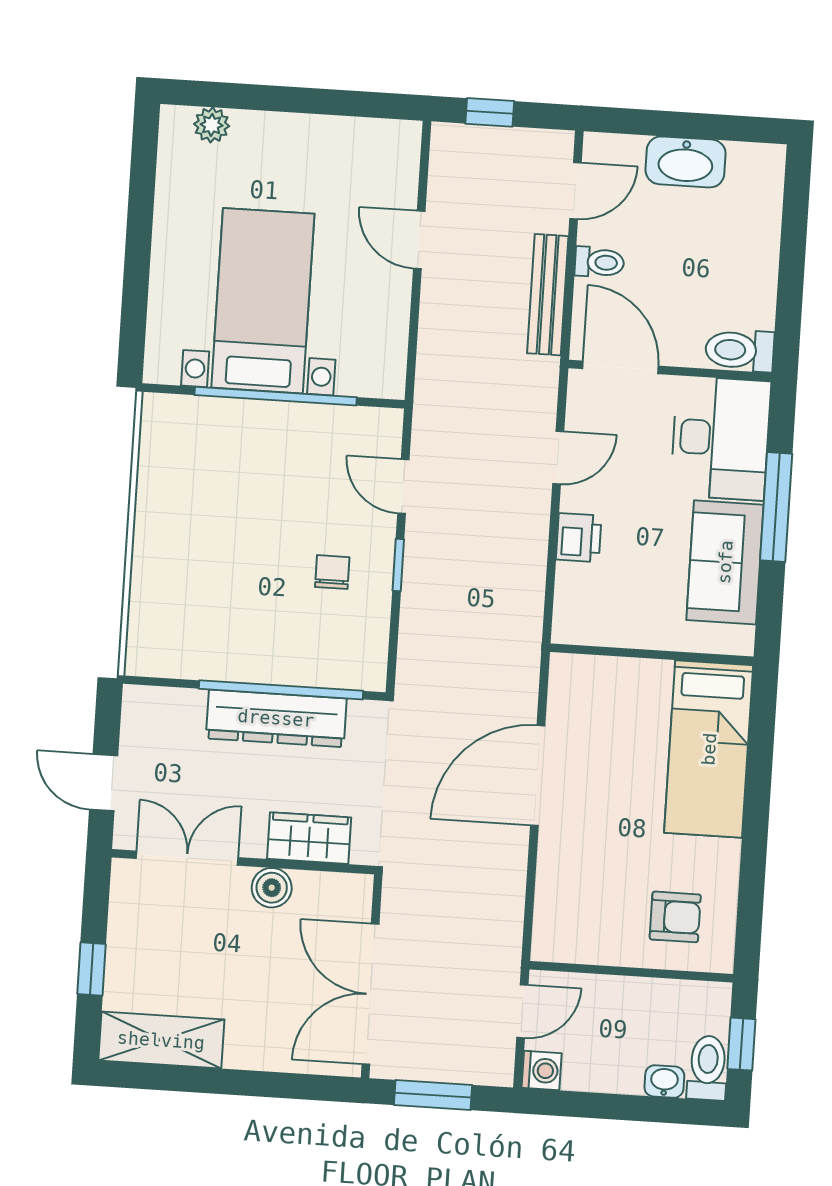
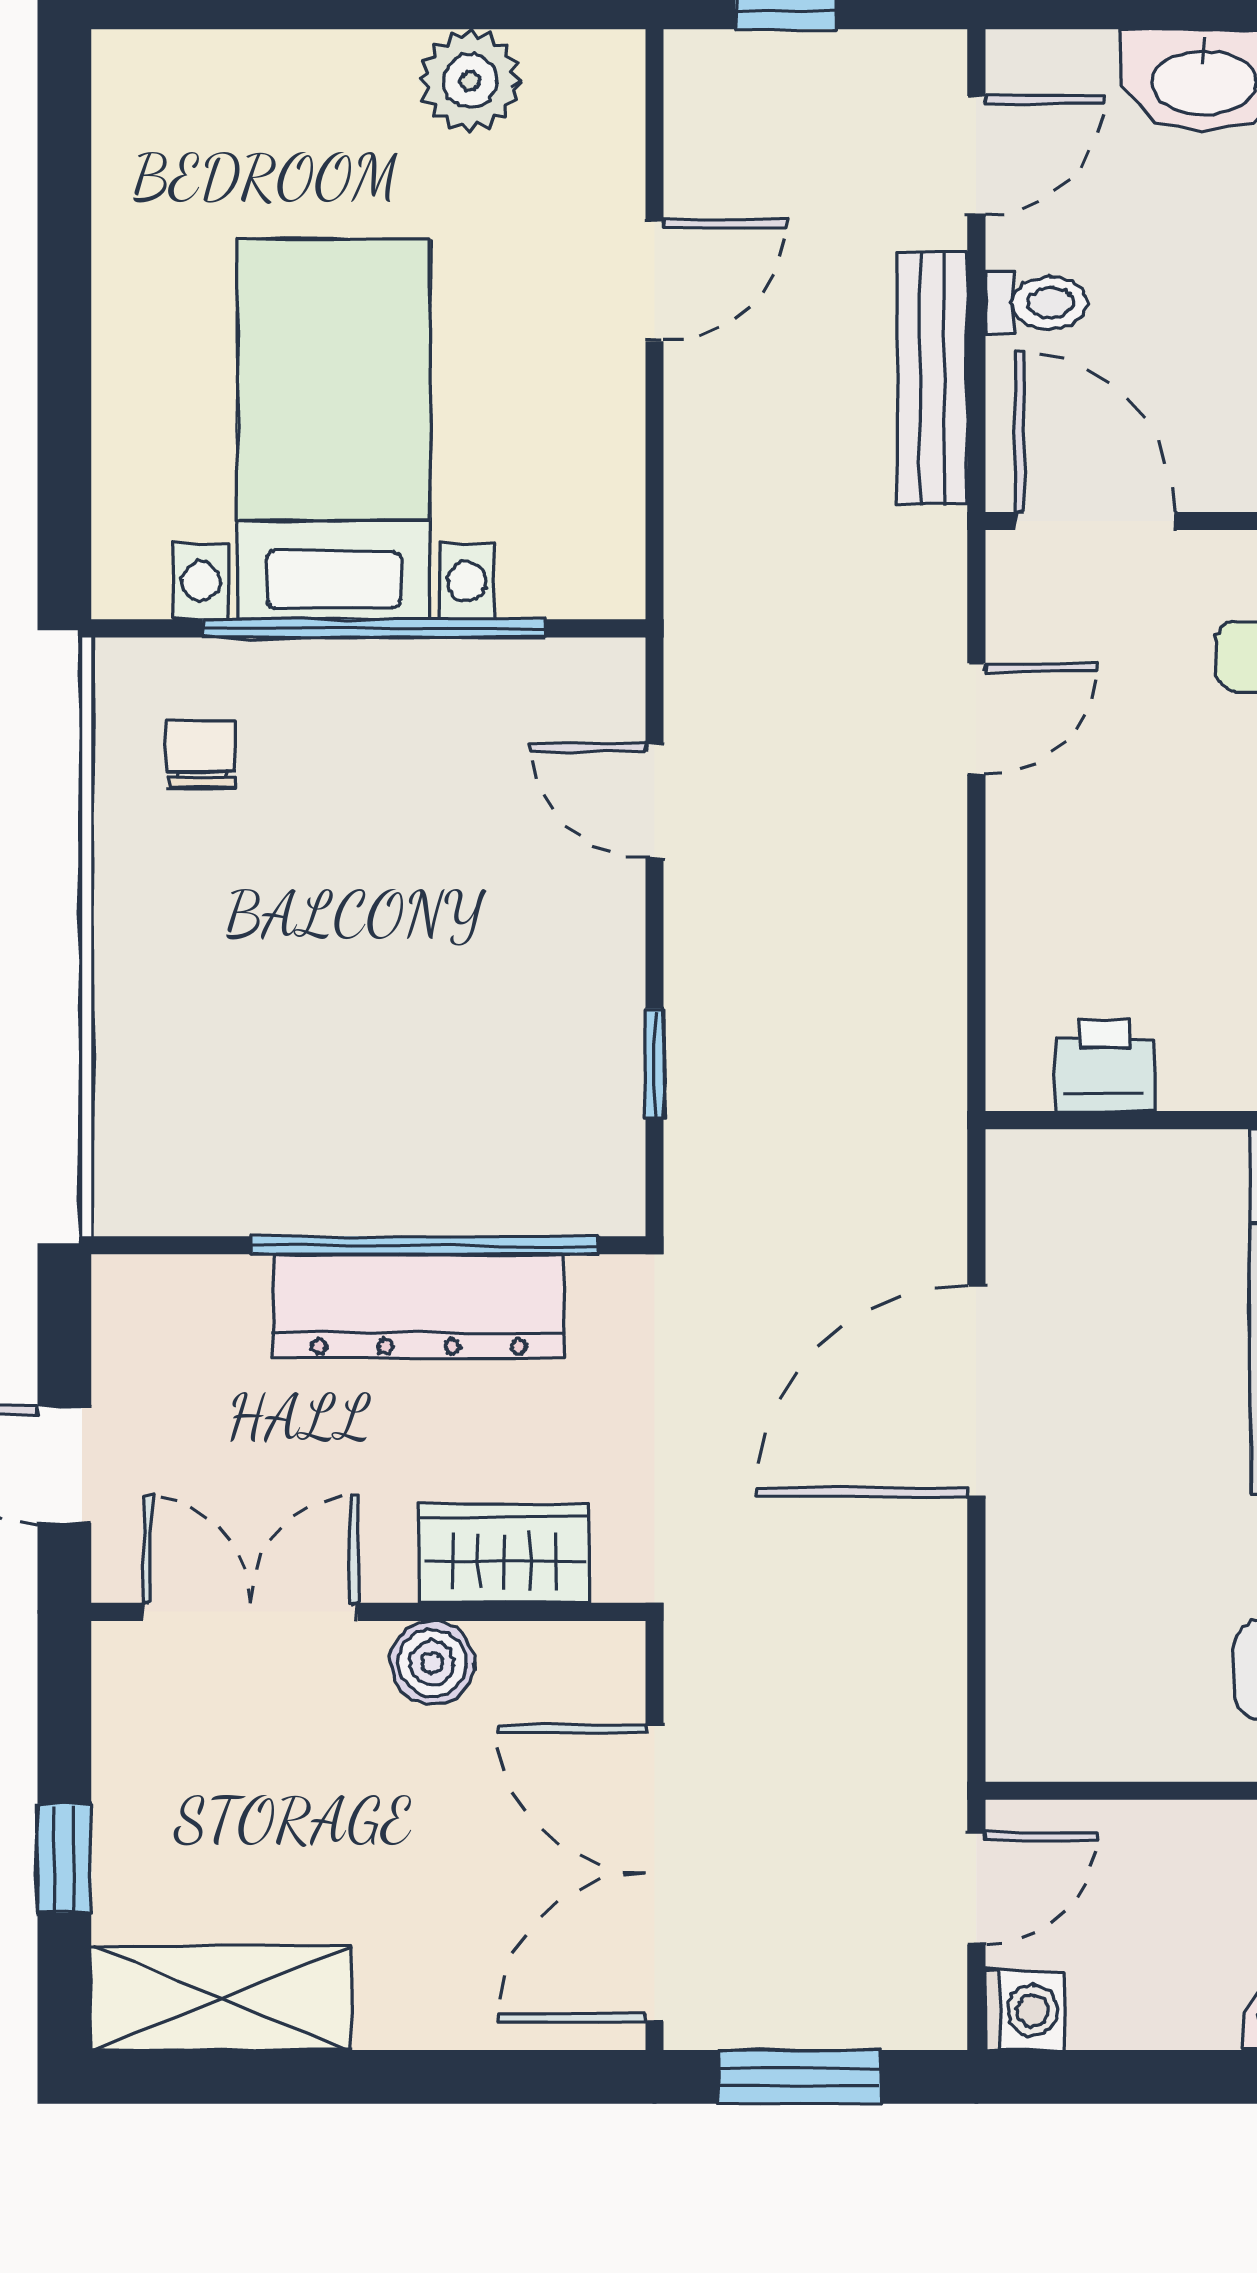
plant: (212, 125) -> (470, 81), moved, width x1.38, depth x1.38
door: (419, 240) -> (655, 280), swing flipped
printer: (579, 538) -> (1105, 1066), moved, turned -90
window: (398, 565) -> (655, 1064), moved
chair: (332, 572) -> (202, 754), moved

